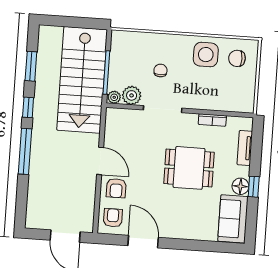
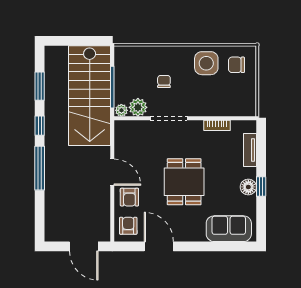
dining table: (189, 168) -> (184, 182), moved, turned 90
sofa: (233, 219) -> (229, 229), moved, turned 90

